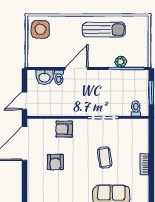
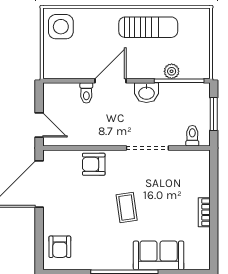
washbasin: (45, 77) -> (146, 93), moved
door: (25, 101) -> (39, 125), swing flipped
coffee table: (105, 157) -> (127, 207), moved
armchair: (55, 162) -> (60, 247), moved

